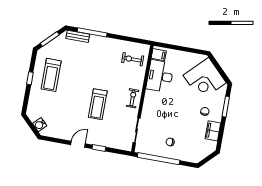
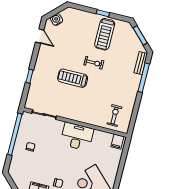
treadmill: (51, 75) -> (105, 34), turned -90
desk: (160, 76) -> (77, 137), moved
exercise bike: (133, 98) -> (94, 63), moved
door: (78, 144) -> (40, 36), moved

